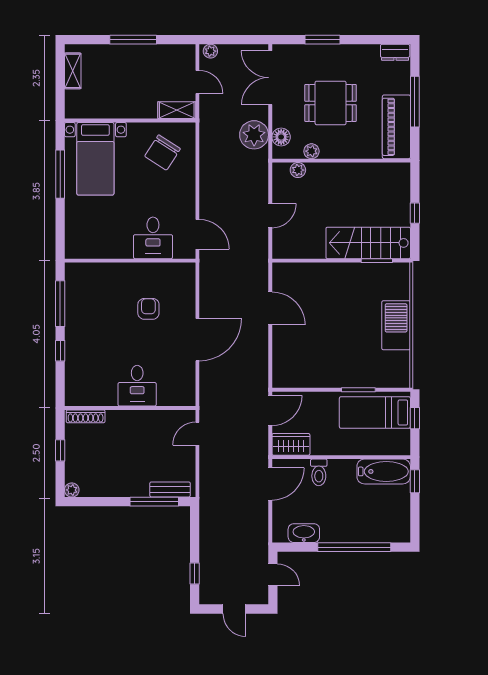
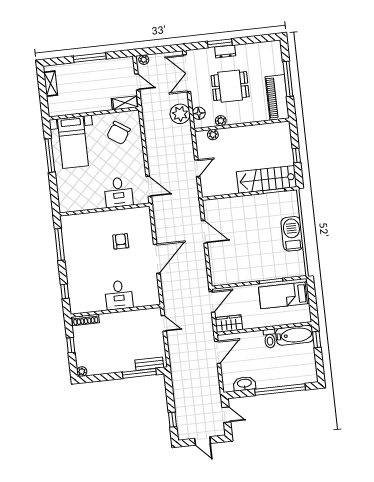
dresser: (395, 52) -> (225, 51), moved
window: (60, 351) -> (65, 291), moved
window: (415, 418) -> (312, 296), removed
door: (197, 434) -> (164, 323), swing flipped
toilet: (319, 472) -> (270, 339), moved

